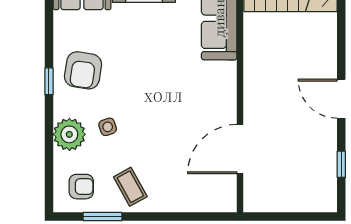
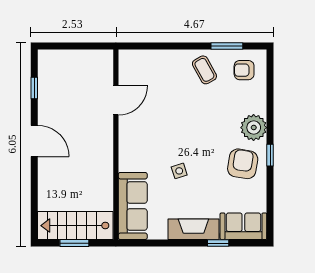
side table: (108, 127) -> (179, 171), moved
plant: (69, 134) -> (254, 128), moved
door: (240, 149) -> (116, 100), width x0.73

